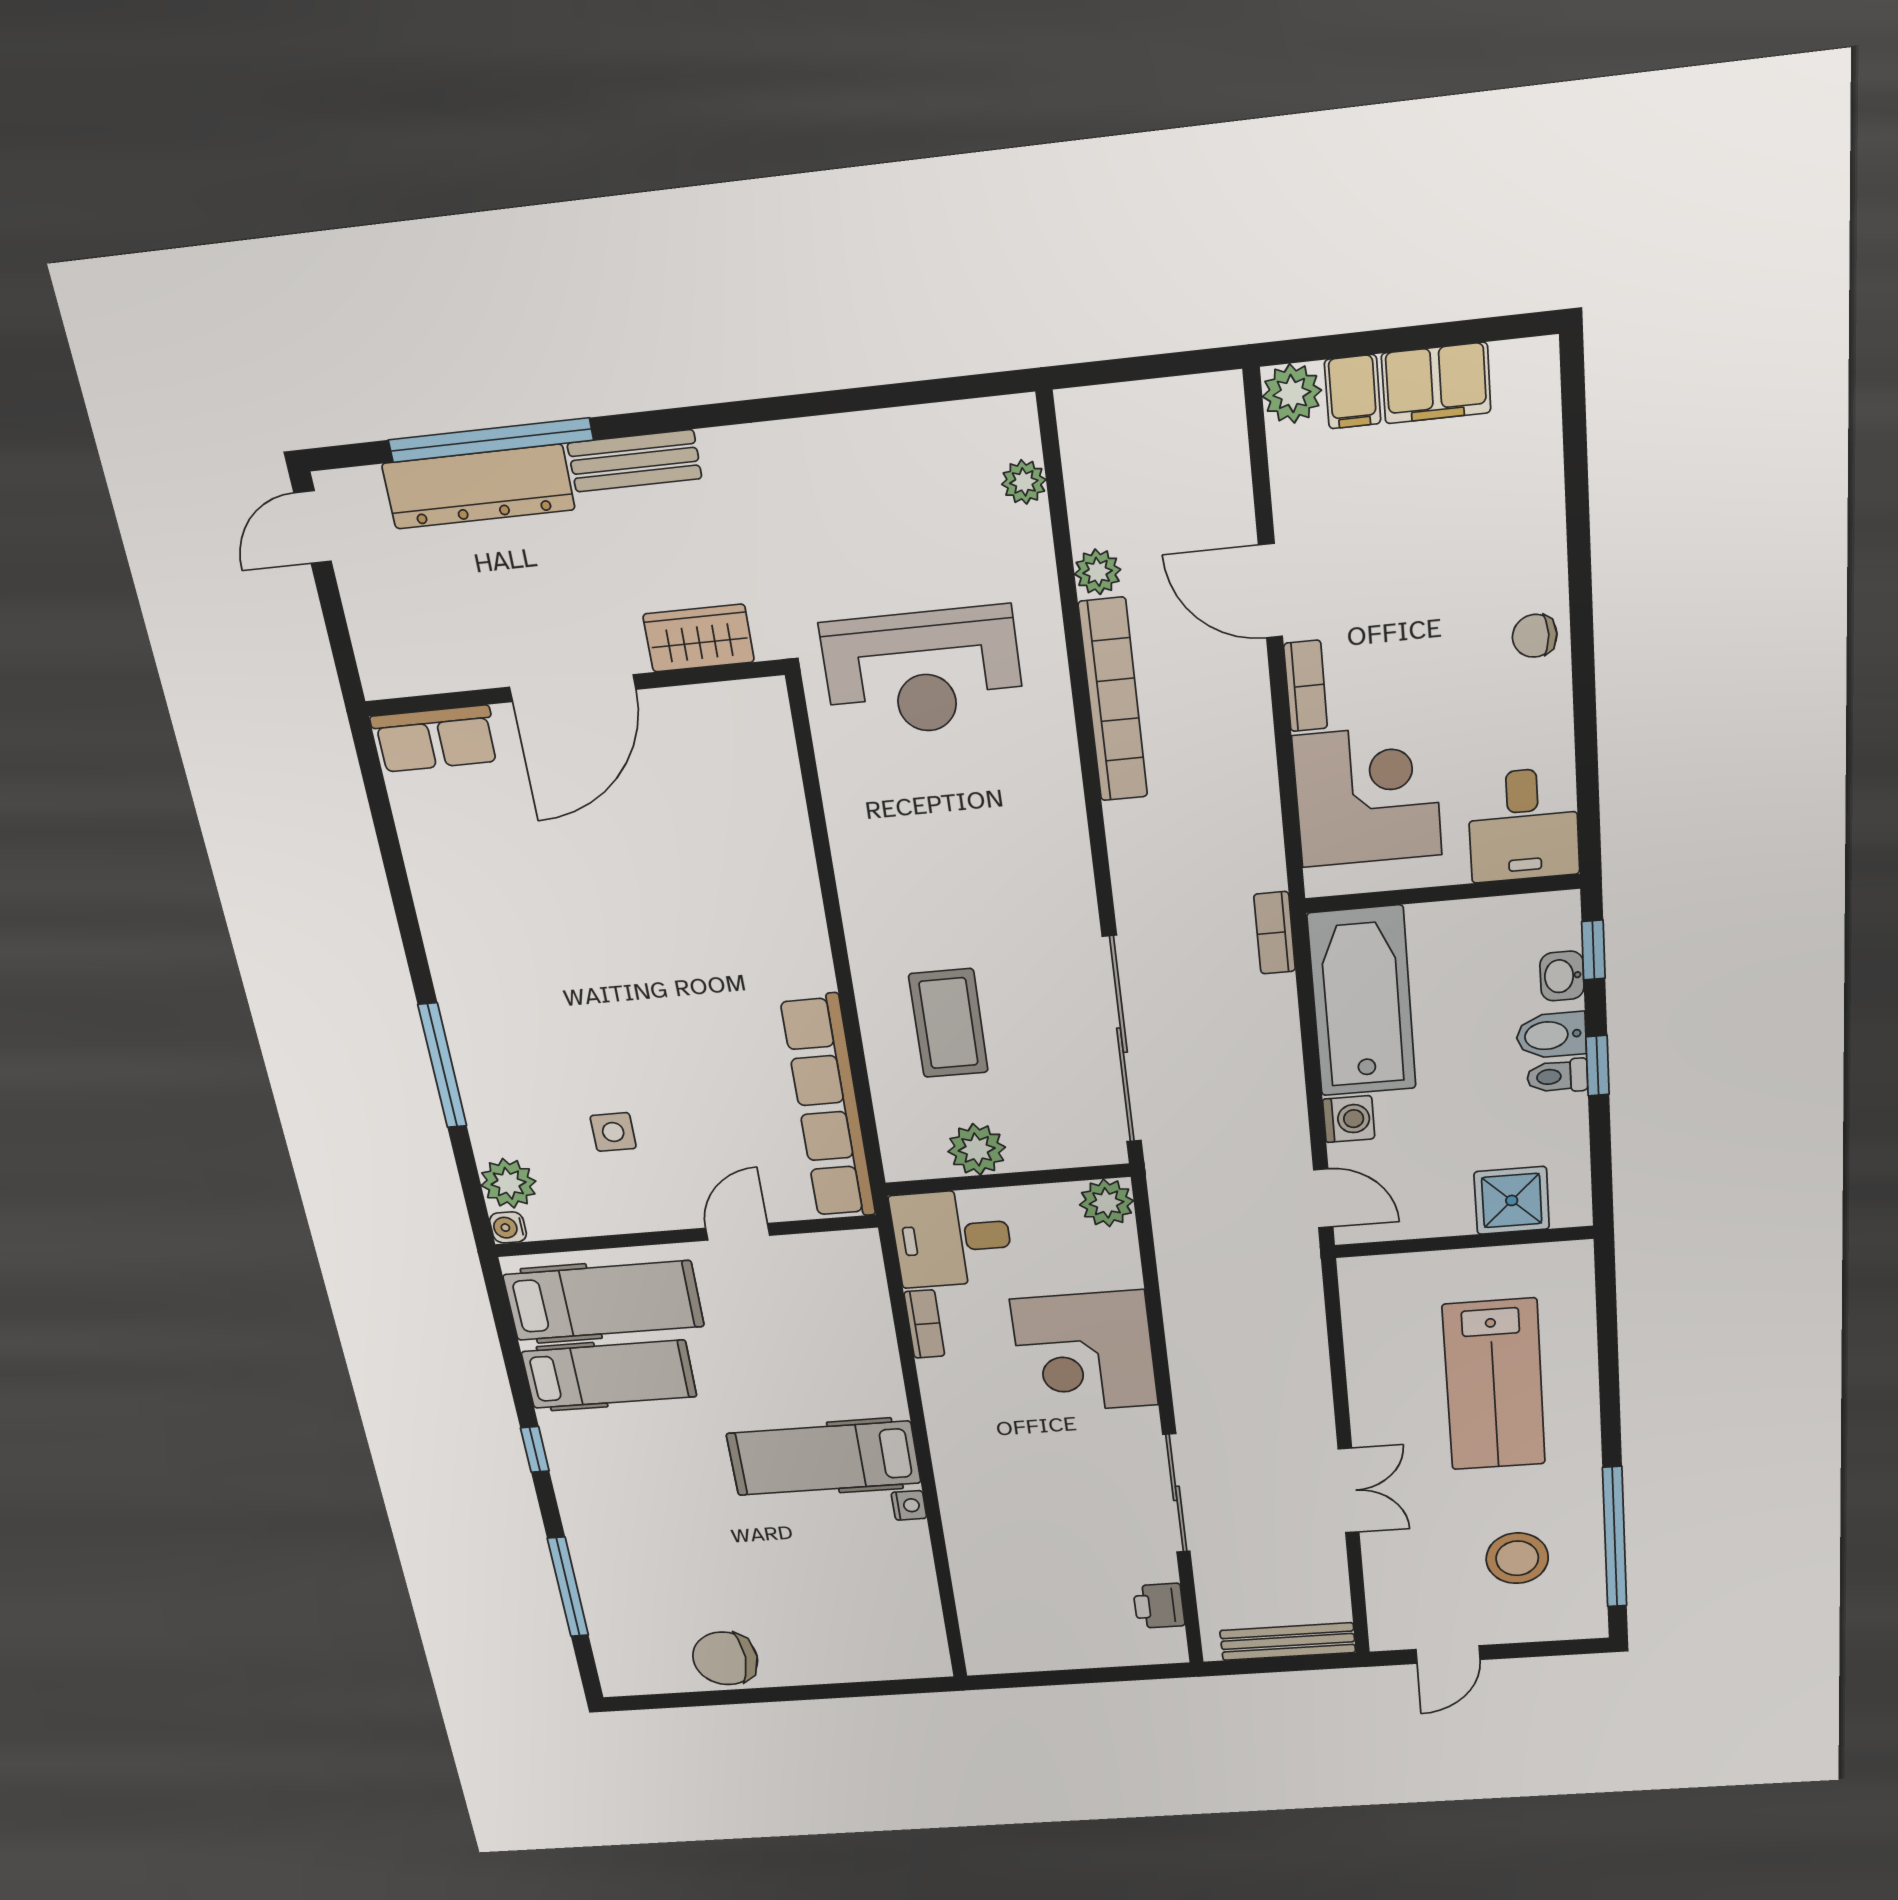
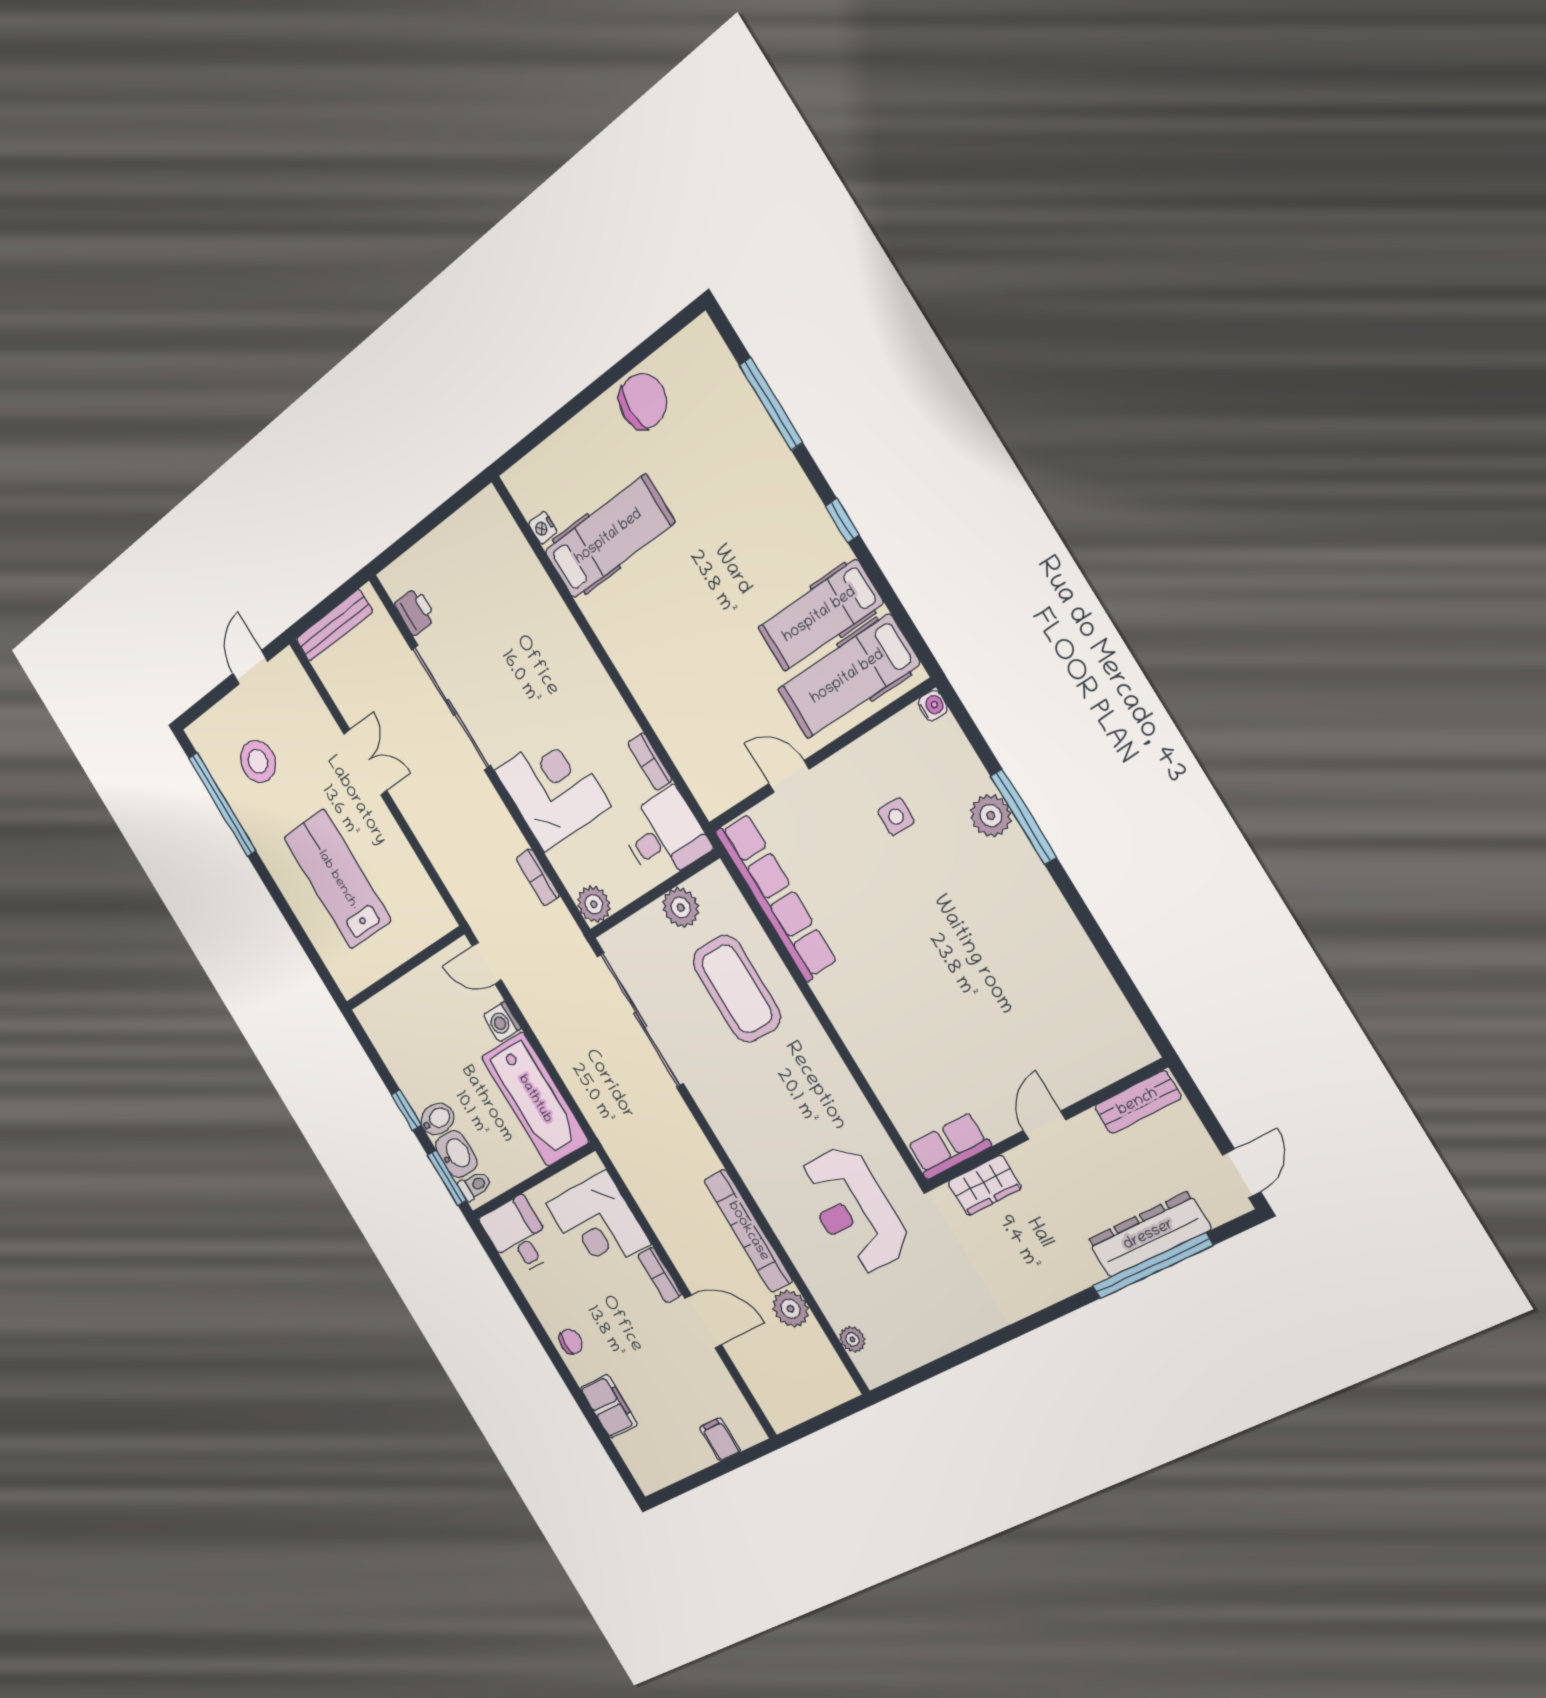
filing cabinet: (1436, 383) -> (609, 1406), moved, turned 90
plant: (1292, 393) -> (747, 1430), removed
bench: (634, 461) -> (1138, 1102), moved
plant: (1098, 572) -> (791, 1309), width x1.38, depth x1.38
reception desk: (923, 672) -> (853, 1210), turned -90
door: (573, 688) -> (1044, 1125), width x0.53
row of seats: (435, 739) -> (949, 1146), moved
bookcase: (1275, 933) -> (538, 877), moved, turned 180
window: (1593, 950) -> (447, 1178), width x1.50
washbasin: (1562, 976) -> (456, 1154), width x1.38, depth x1.45
coffee table: (948, 1023) -> (737, 989), width x1.36, depth x1.32
toilet: (1557, 1076) -> (475, 1186), moved
plant: (508, 1183) -> (991, 816), moved
shower: (1512, 1200) -> (398, 1007), removed
door: (738, 1232) -> (789, 776), swing flipped
hospital bed: (824, 1458) -> (609, 537), moved
double door: (1349, 1491) -> (365, 762), swing flipped
sliding door: (1176, 1493) -> (451, 708), width x1.36
nightstand: (909, 1505) -> (543, 528), moved

